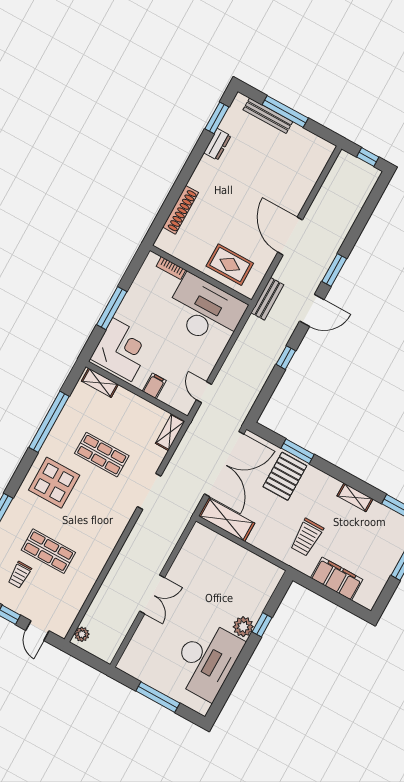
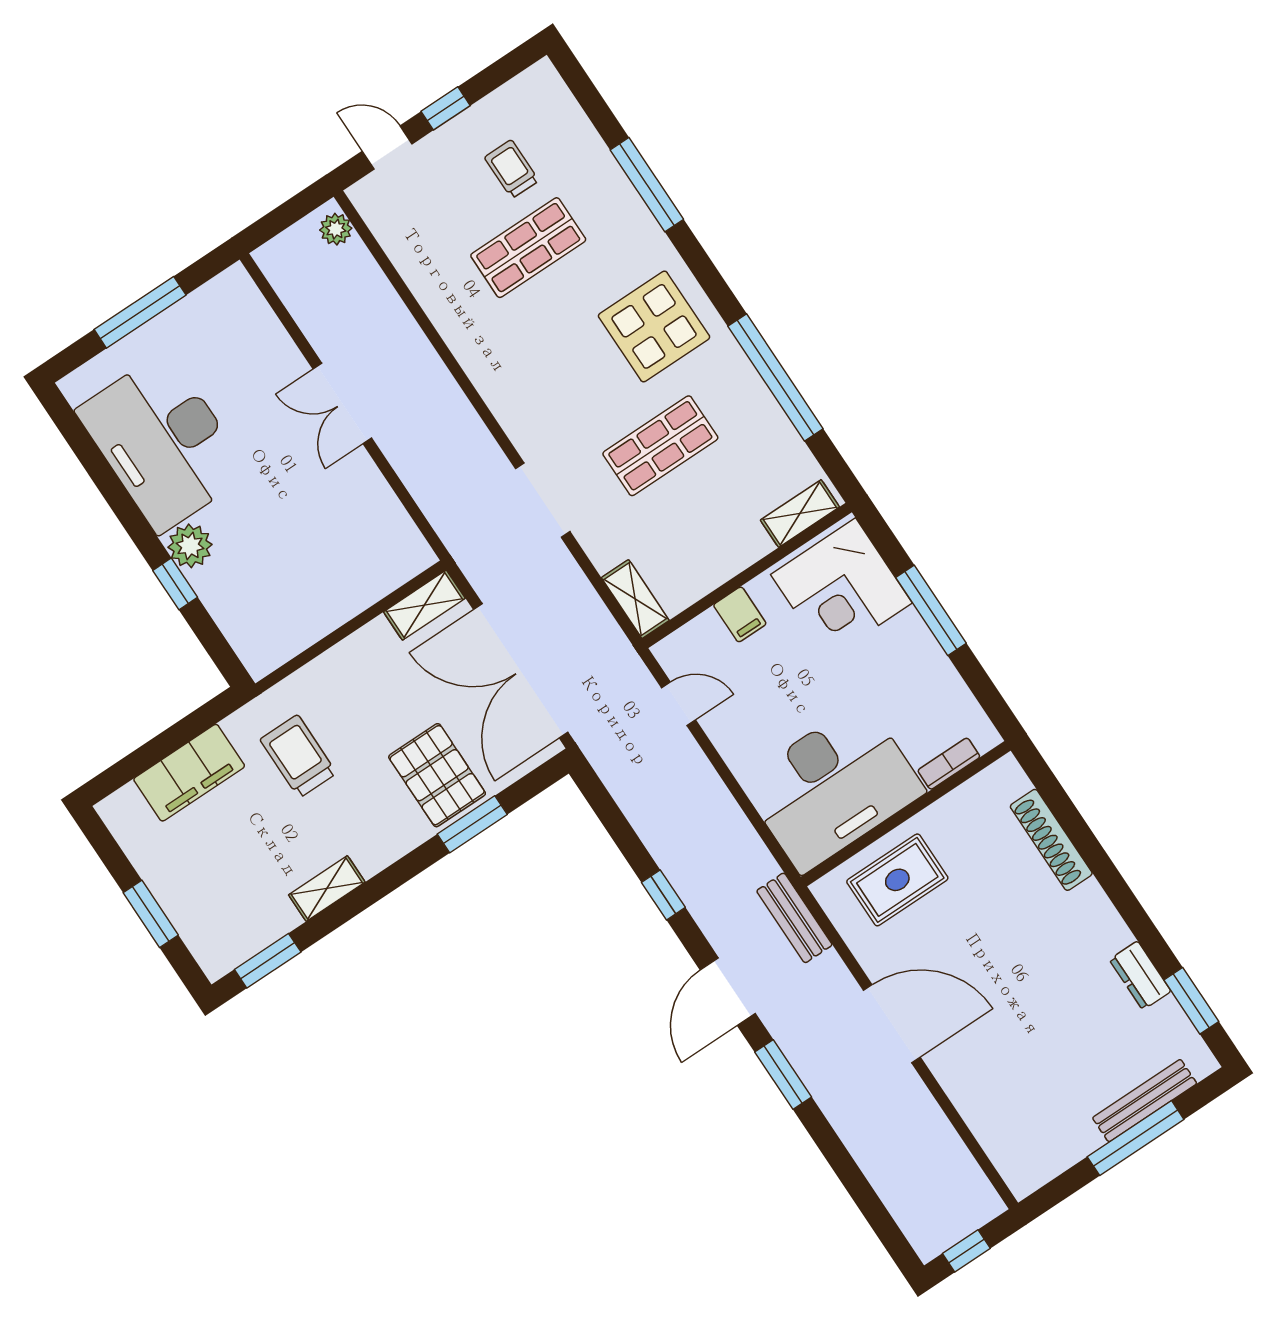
shelving: (227, 520) -> (424, 605), width x0.67, depth x0.75

